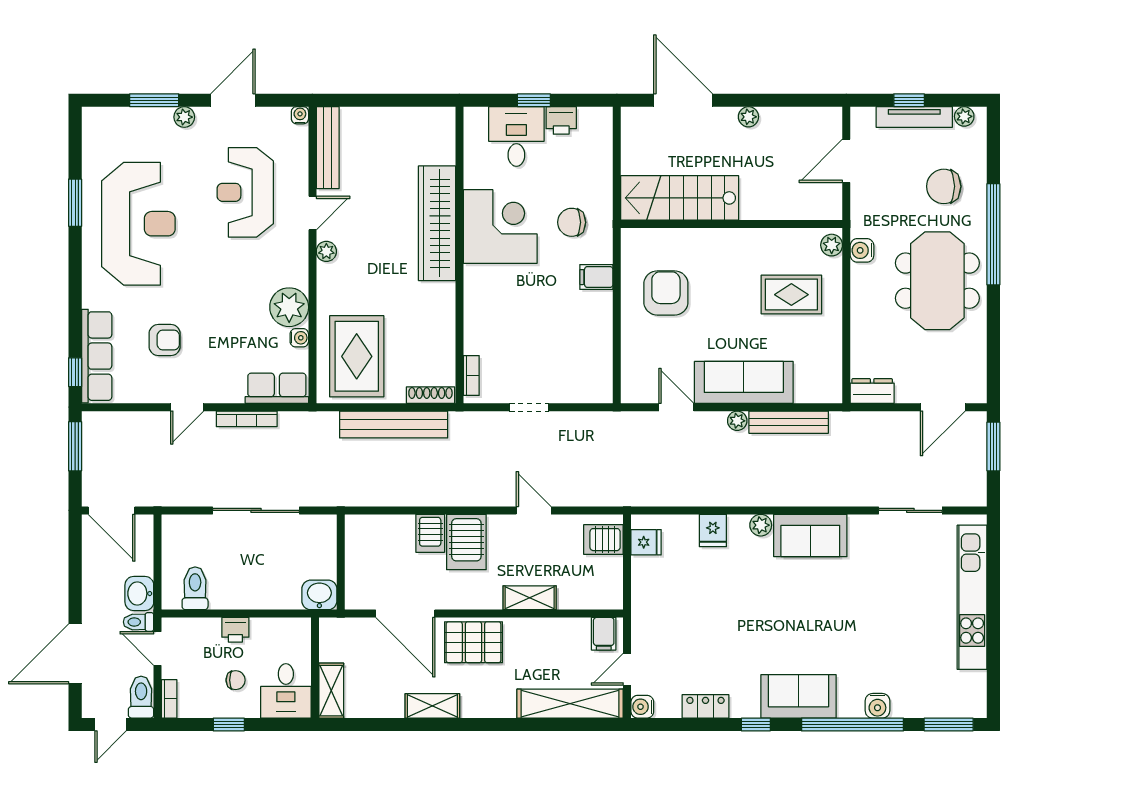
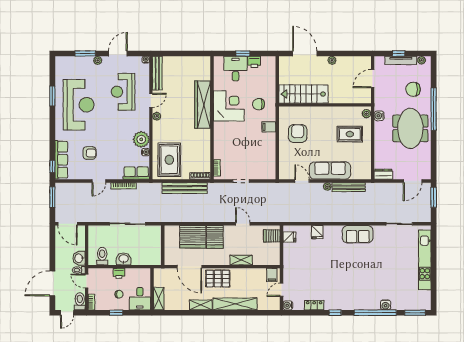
plant: (761, 525) -> (337, 230), removed
server rack: (430, 533) -> (193, 237), width x2.18, depth x1.44
washbasin: (319, 595) -> (124, 259), moved
sofa: (799, 696) -> (353, 301), removed
shelving: (570, 704) -> (235, 304), moved

